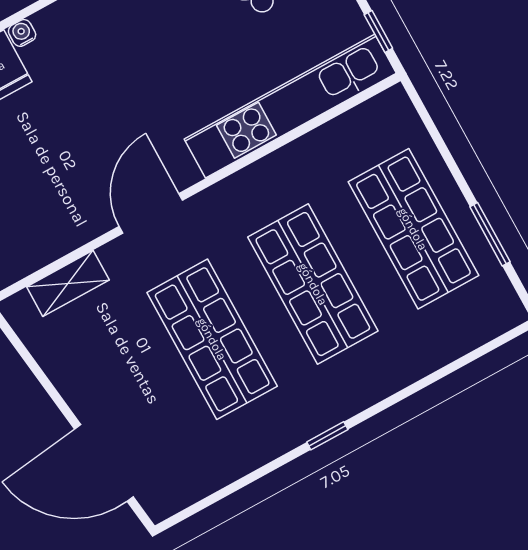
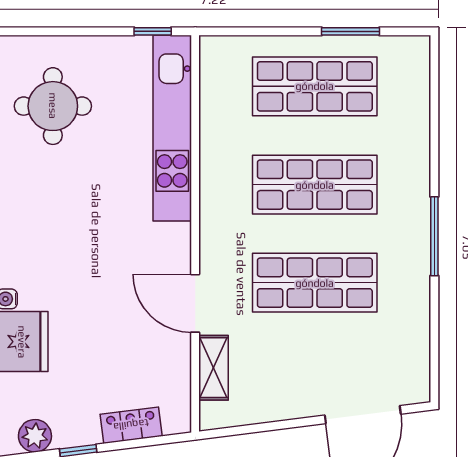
door: (151, 213) -> (195, 303), moved
window: (327, 436) -> (434, 236), width x2.17

